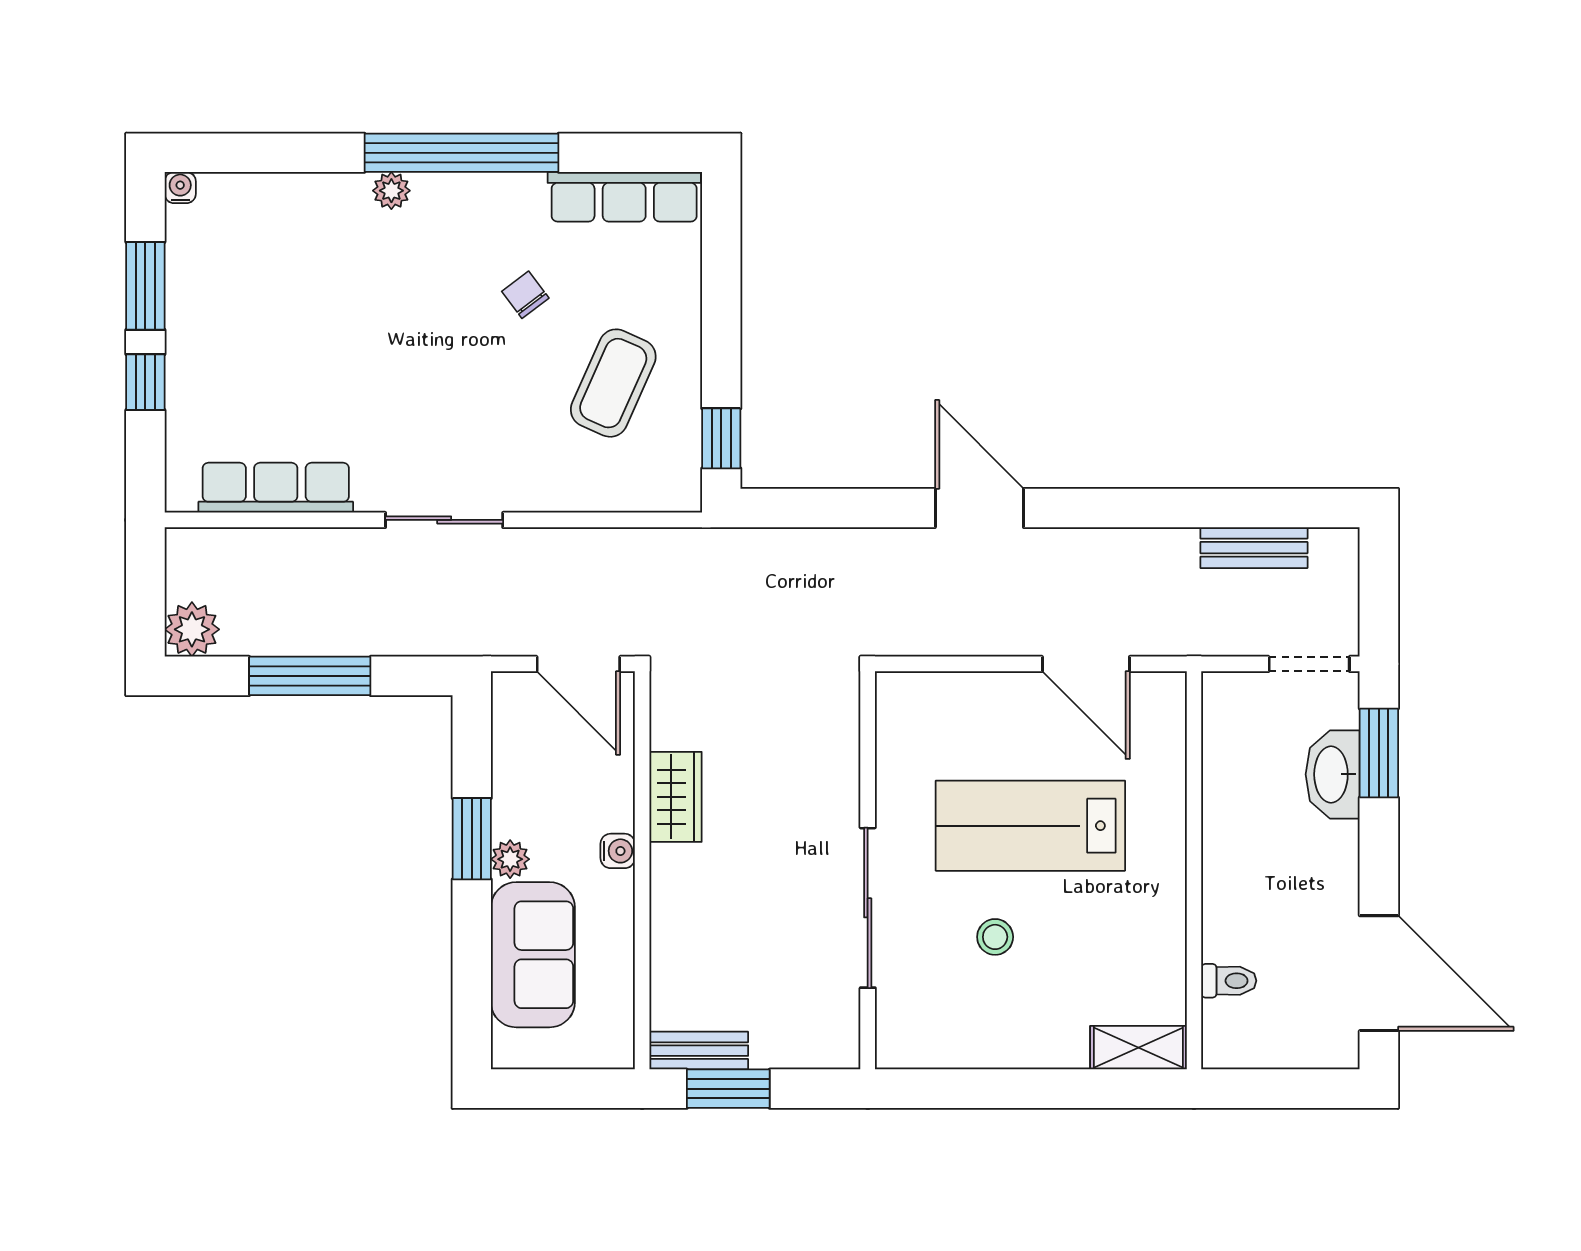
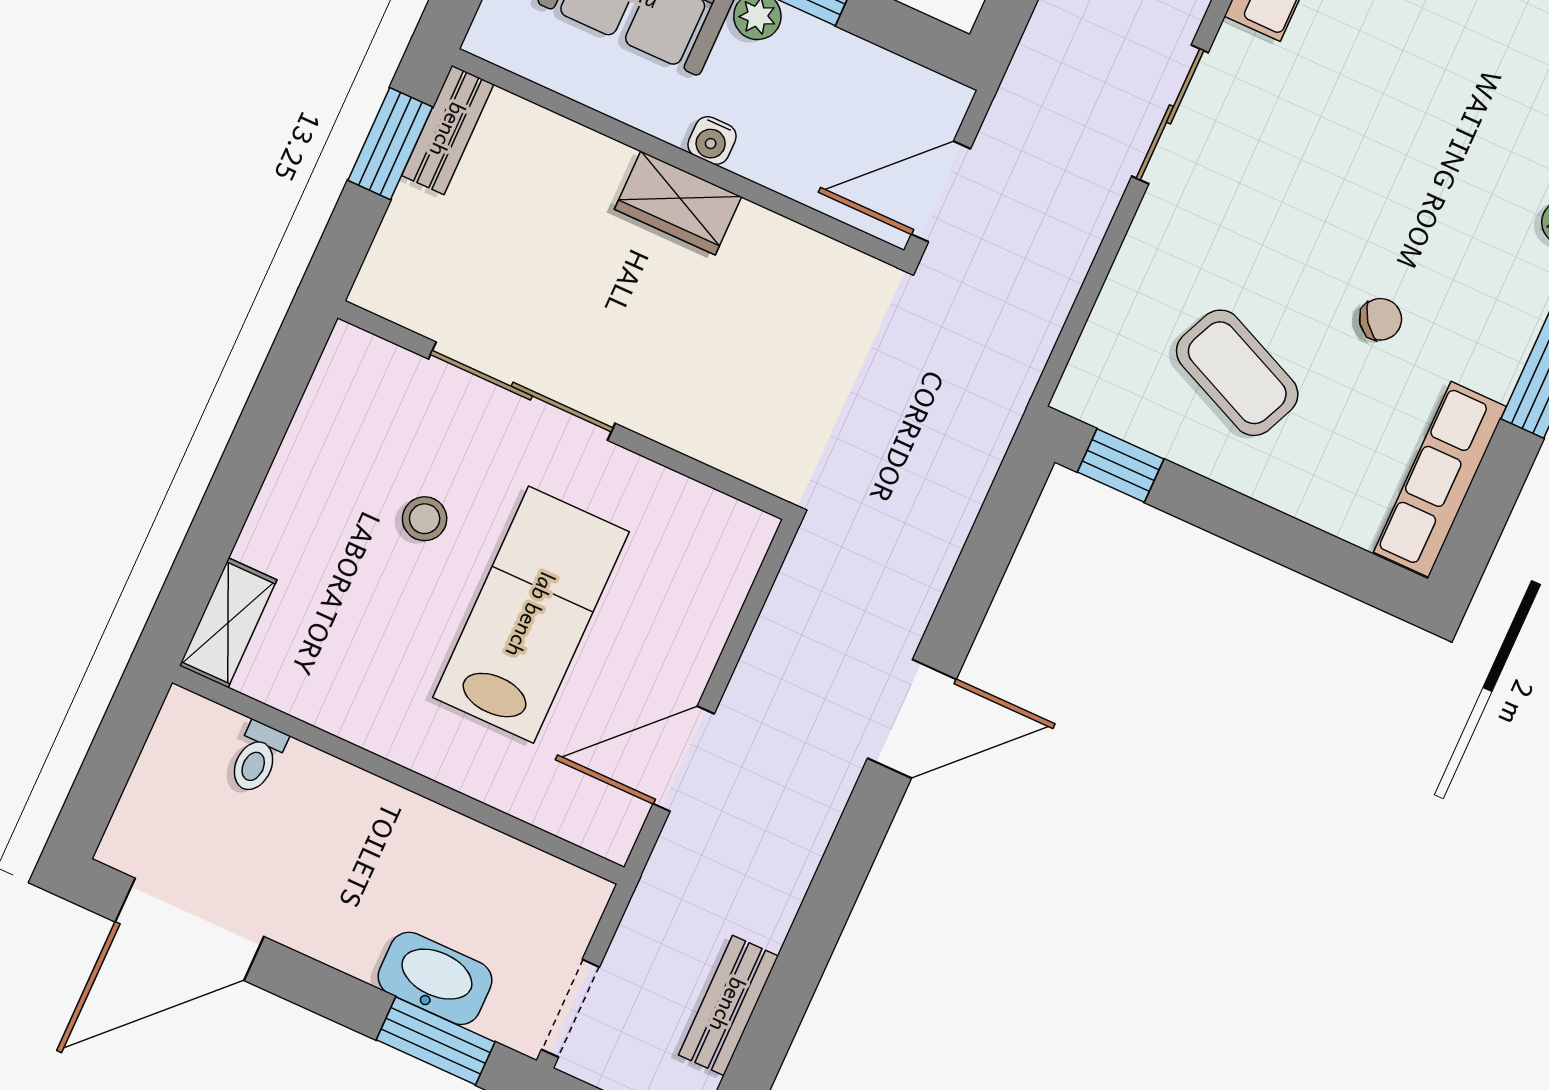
wardrobe: (675, 797) -> (678, 203), moved

